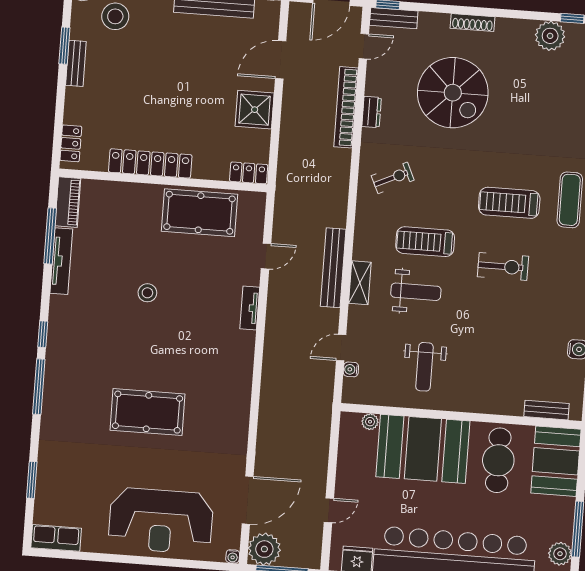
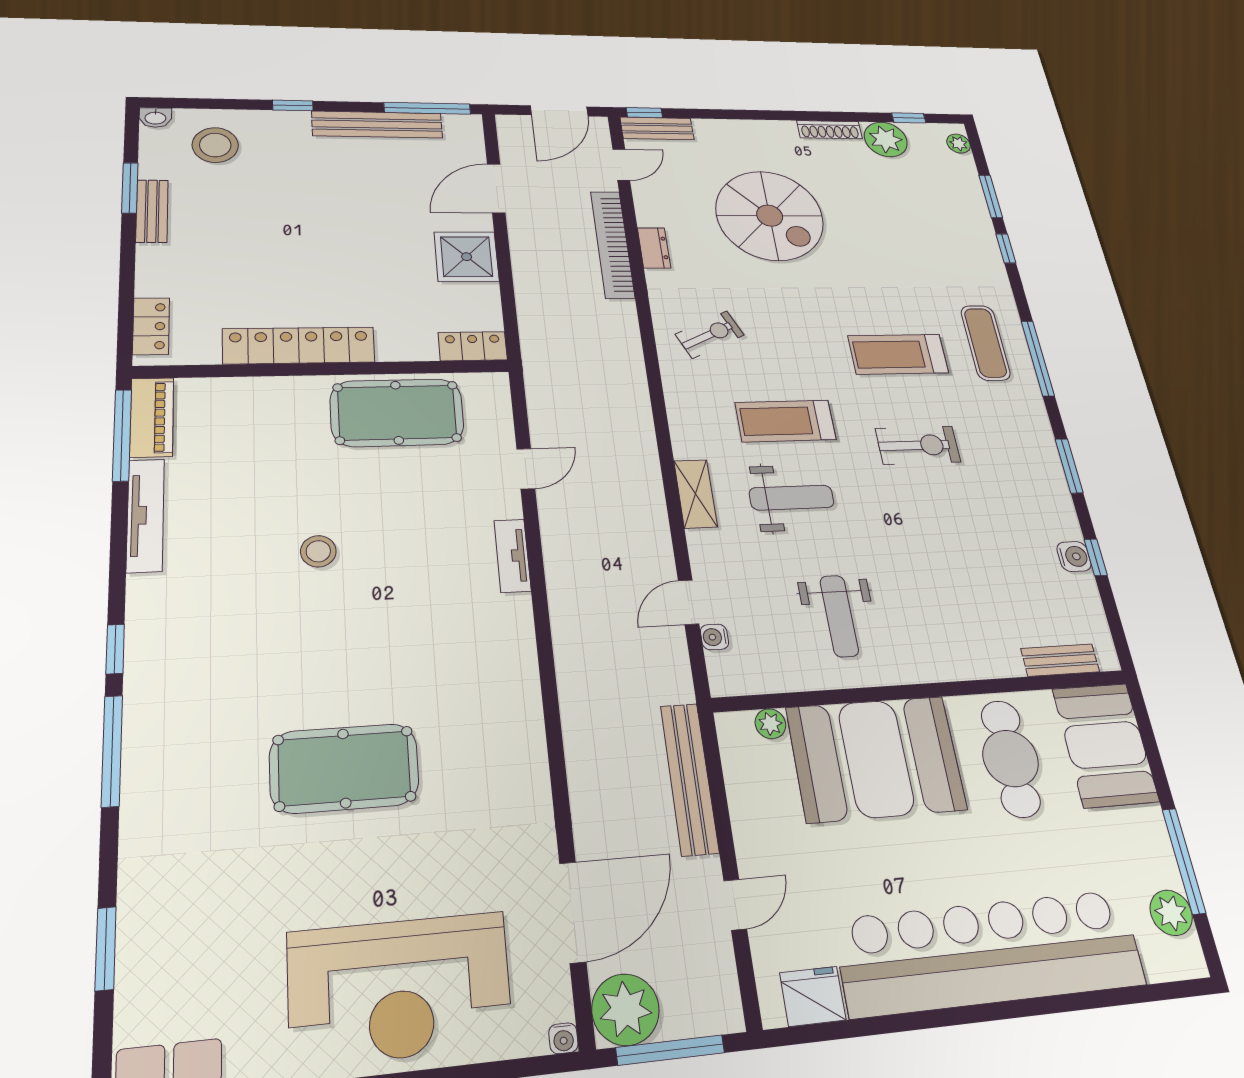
shoe rack: (473, 22) -> (830, 130), moved
window: (50, 236) -> (122, 435), moved
bench: (333, 268) -> (689, 778), moved

